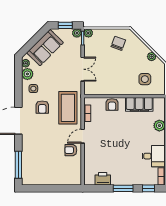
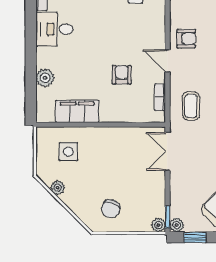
double door: (83, 69) -> (167, 151), moved
armchair: (112, 104) -> (122, 75), moved
coffee table: (68, 108) -> (191, 106), width x0.54, depth x0.58
door: (83, 136) -> (167, 61), swing flipped

